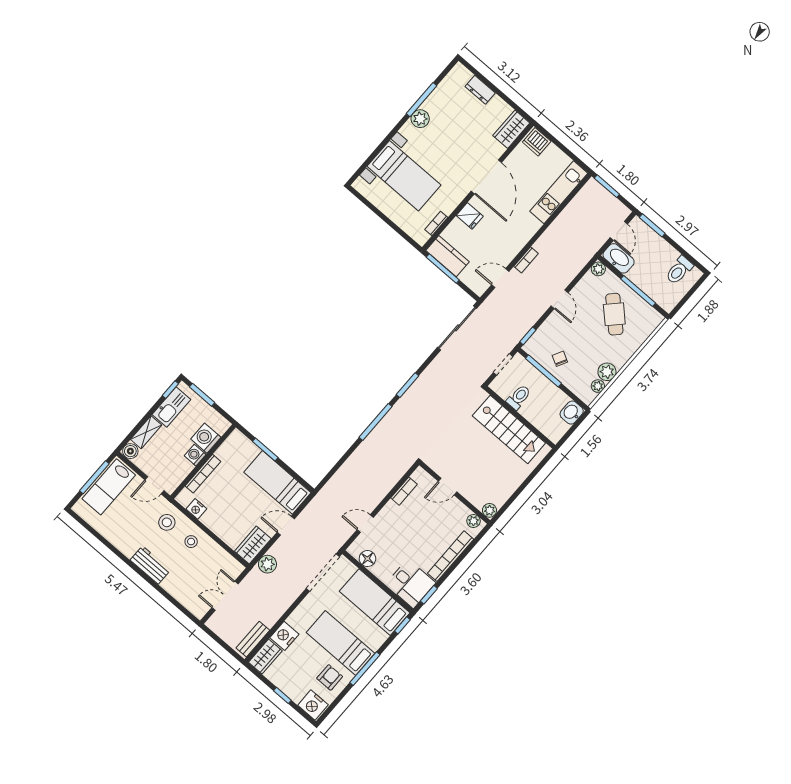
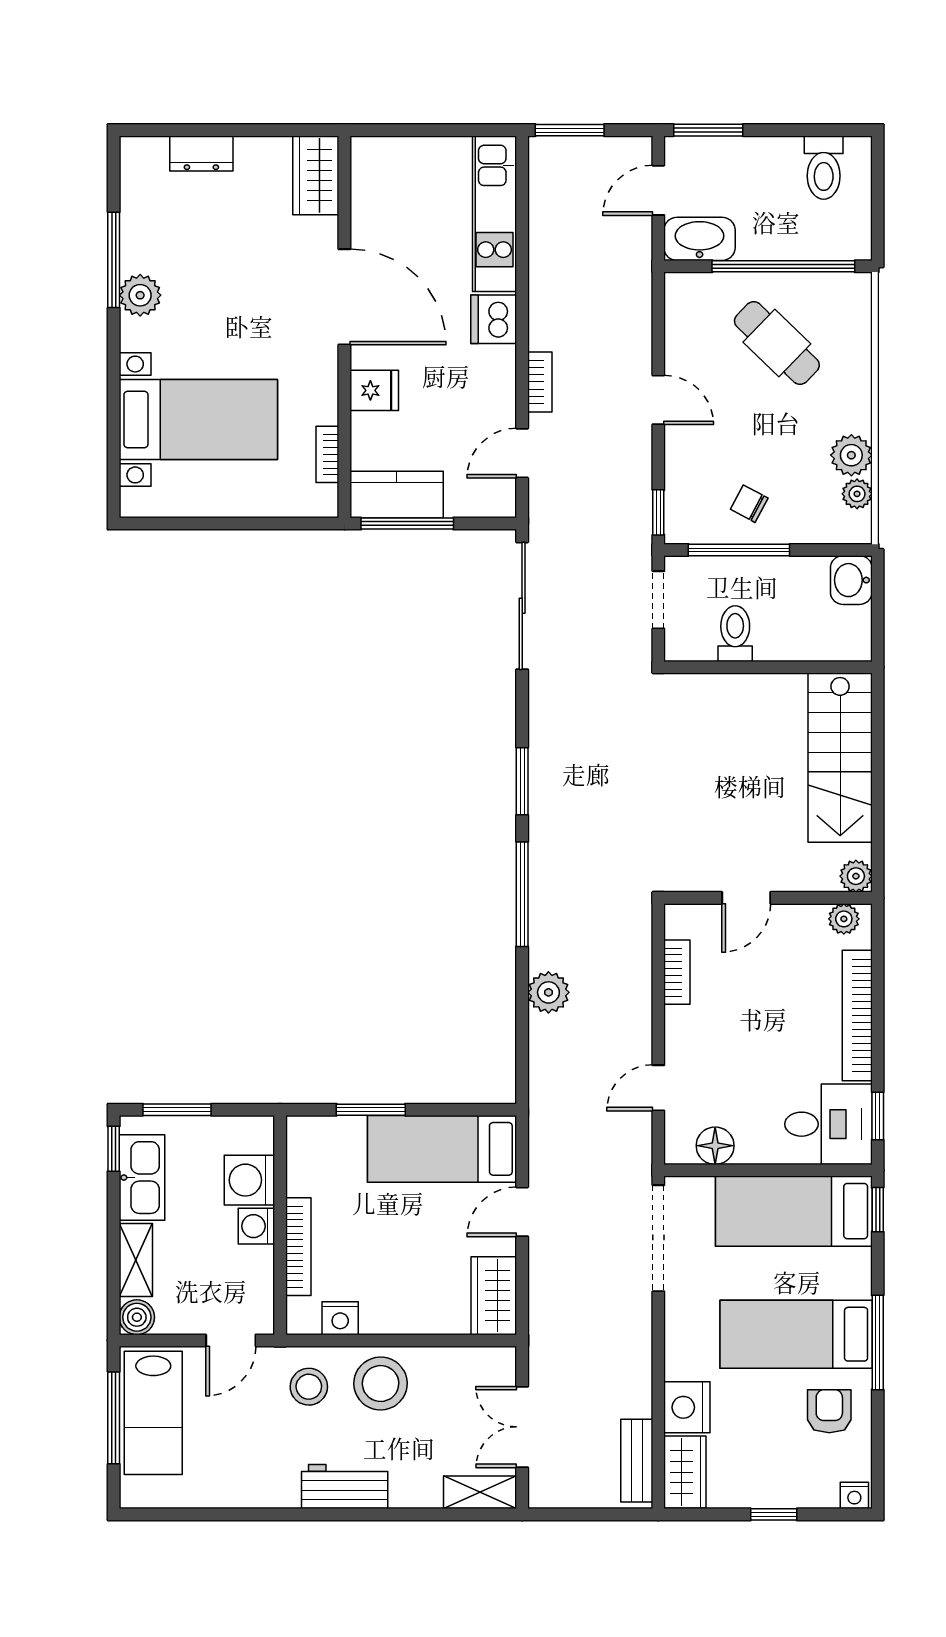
dishwasher: (537, 142) -> (494, 319), moved, turned 90
door: (619, 231) -> (658, 190), swing flipped
plant: (598, 269) -> (680, 288), removed
window: (638, 291) -> (783, 266), width x1.46
stairs: (509, 429) -> (840, 758), moved, turned 90
stool: (191, 542) -> (381, 1384), width x1.89, depth x1.89
plant: (267, 564) -> (548, 992), moved
shelving: (193, 605) -> (480, 1492), added
nightstand: (313, 705) -> (854, 1495), width x0.53, depth x0.56

